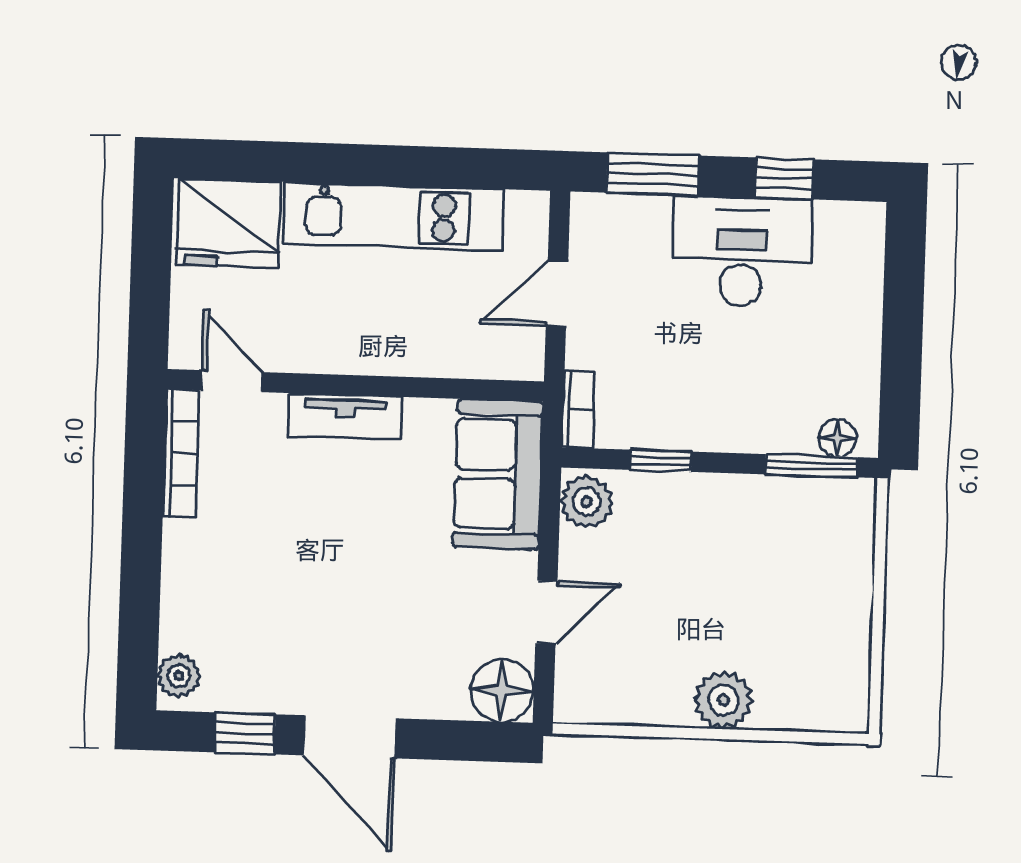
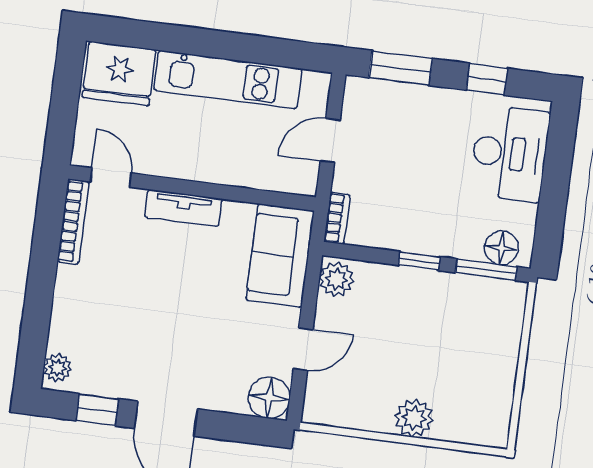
desk: (741, 252) -> (510, 153), moved, turned 90
floor lamp: (837, 438) -> (501, 248), width x1.37, depth x1.37
window: (660, 461) -> (419, 261), moved

